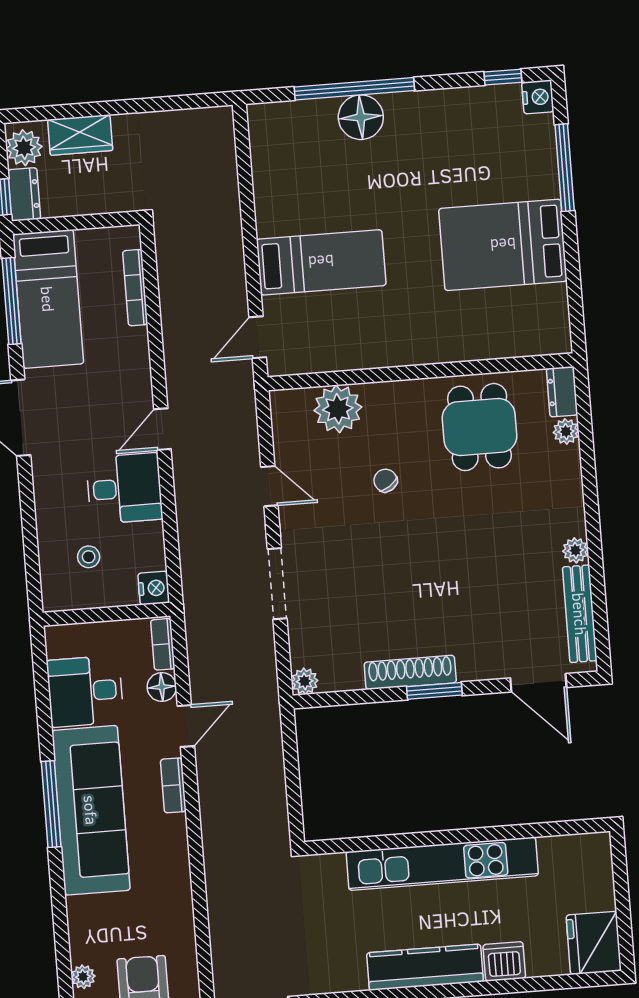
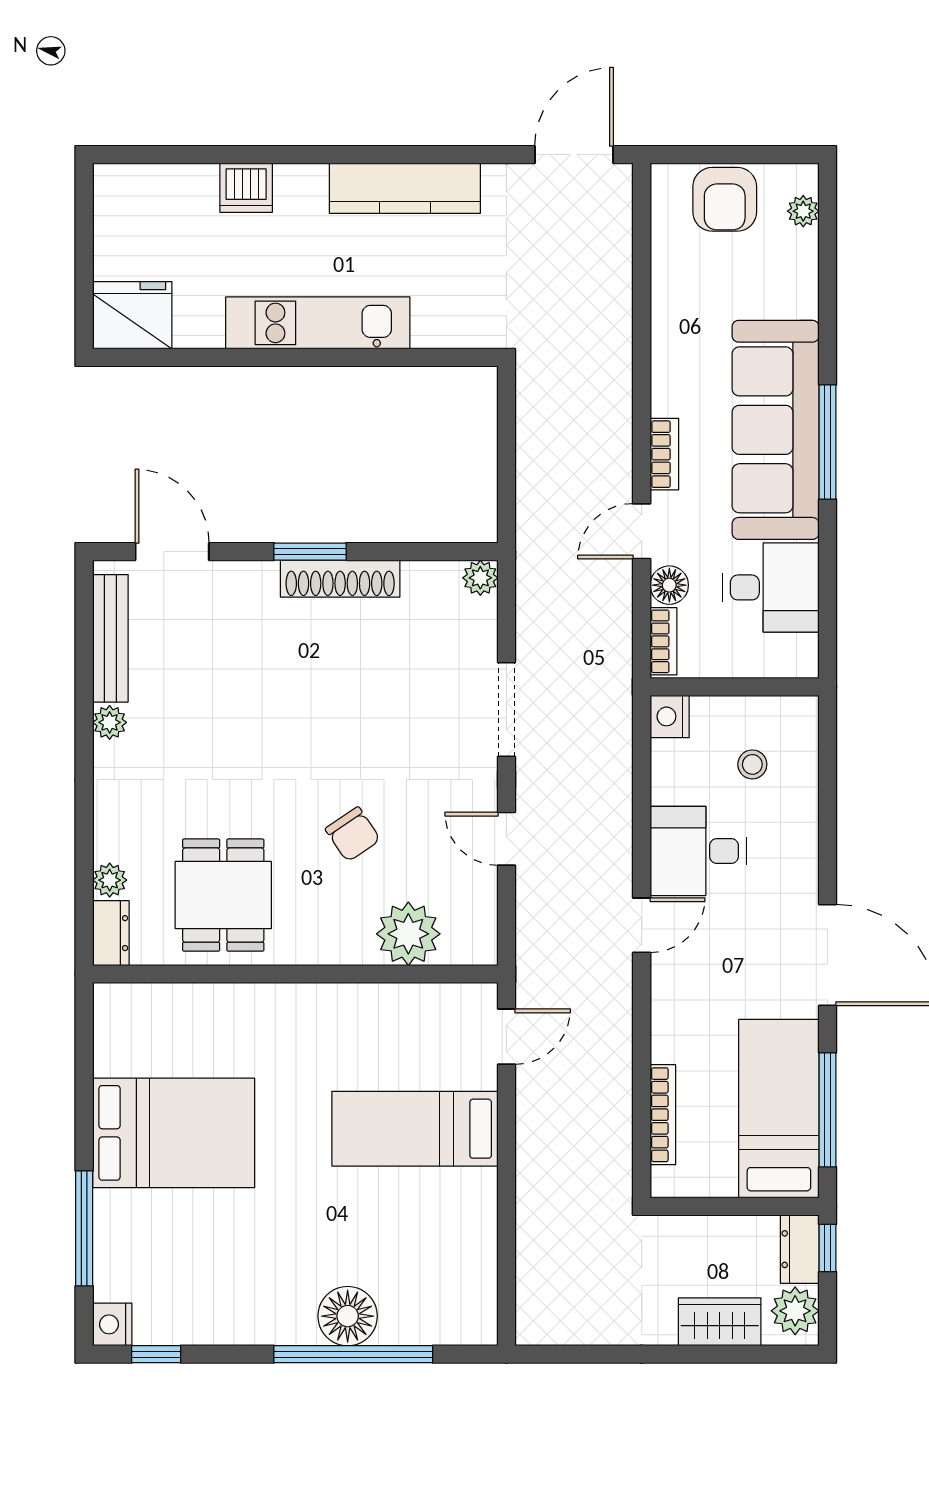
chair: (385, 480) -> (353, 834), width x1.37, depth x1.37
kitchen unit: (442, 864) -> (318, 323), width x0.73
fridge: (594, 943) -> (132, 315), moved, turned -90
kitchen counter: (425, 967) -> (405, 188), moved

